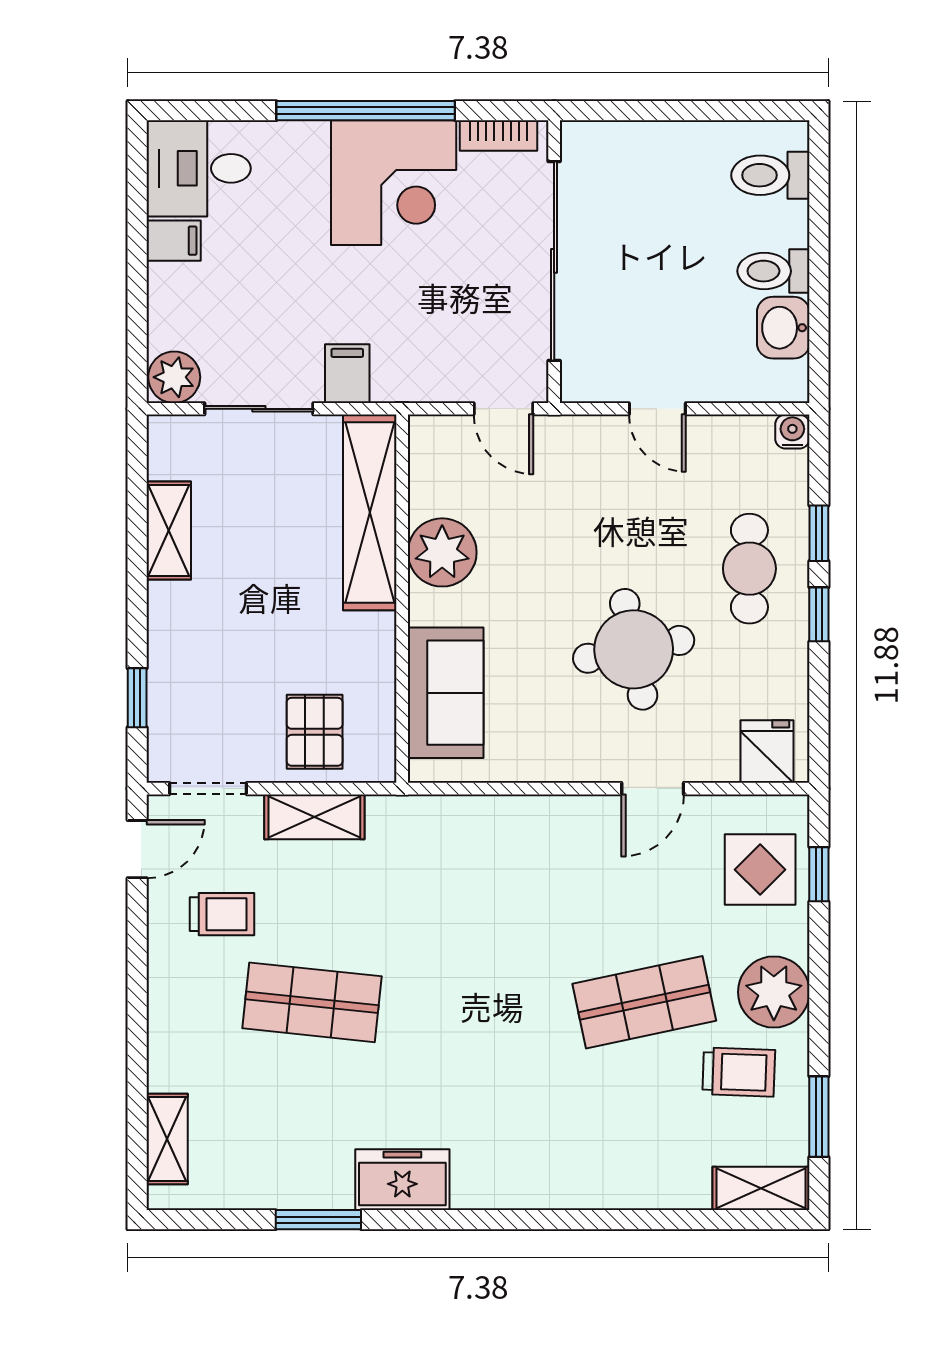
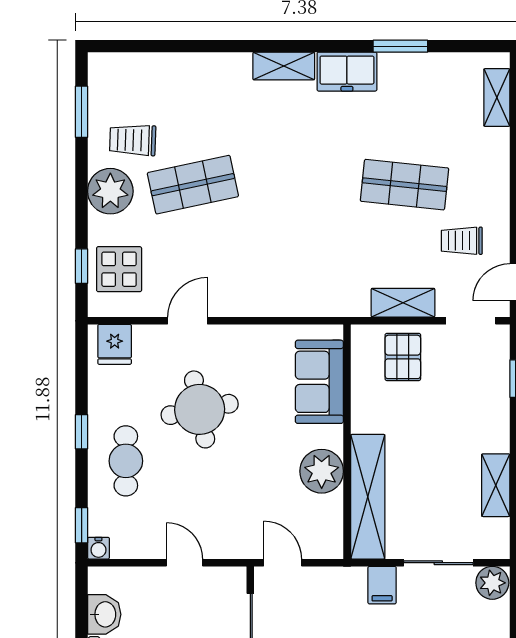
window: (819, 533) -> (82, 525), moved
shelving: (761, 1188) -> (284, 66), moved

